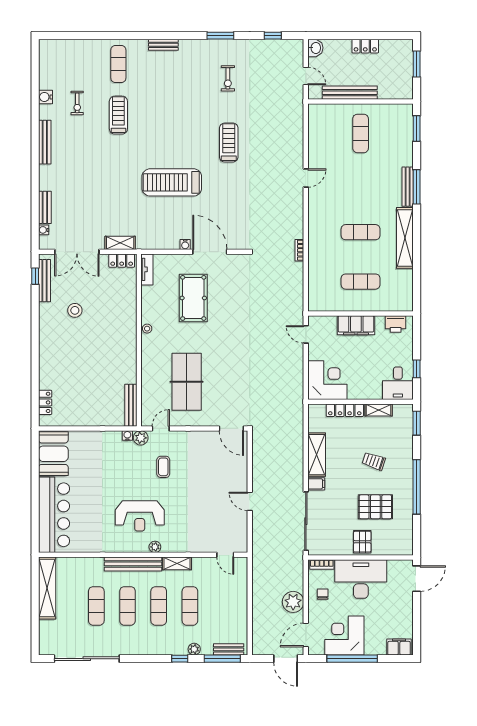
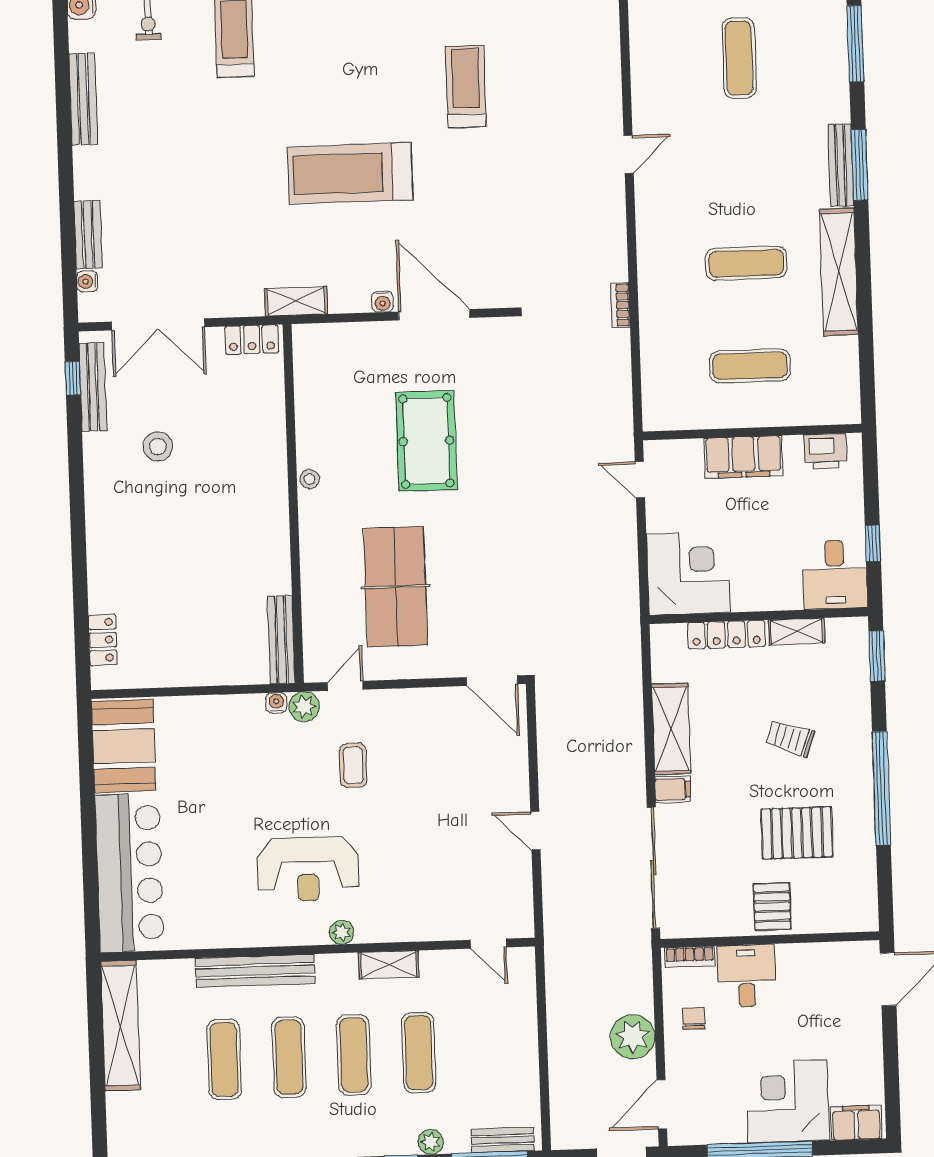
window: (417, 129) -> (855, 44), width x1.44
shelving: (120, 243) -> (296, 301), moved
tv unit: (147, 269) -> (305, 356), removed
pool table: (193, 298) -> (426, 441), moved
bench: (133, 564) -> (255, 971), moved
desk: (361, 579) -> (747, 976), width x0.53, depth x0.77
corner desk: (344, 636) -> (787, 1101), moved

